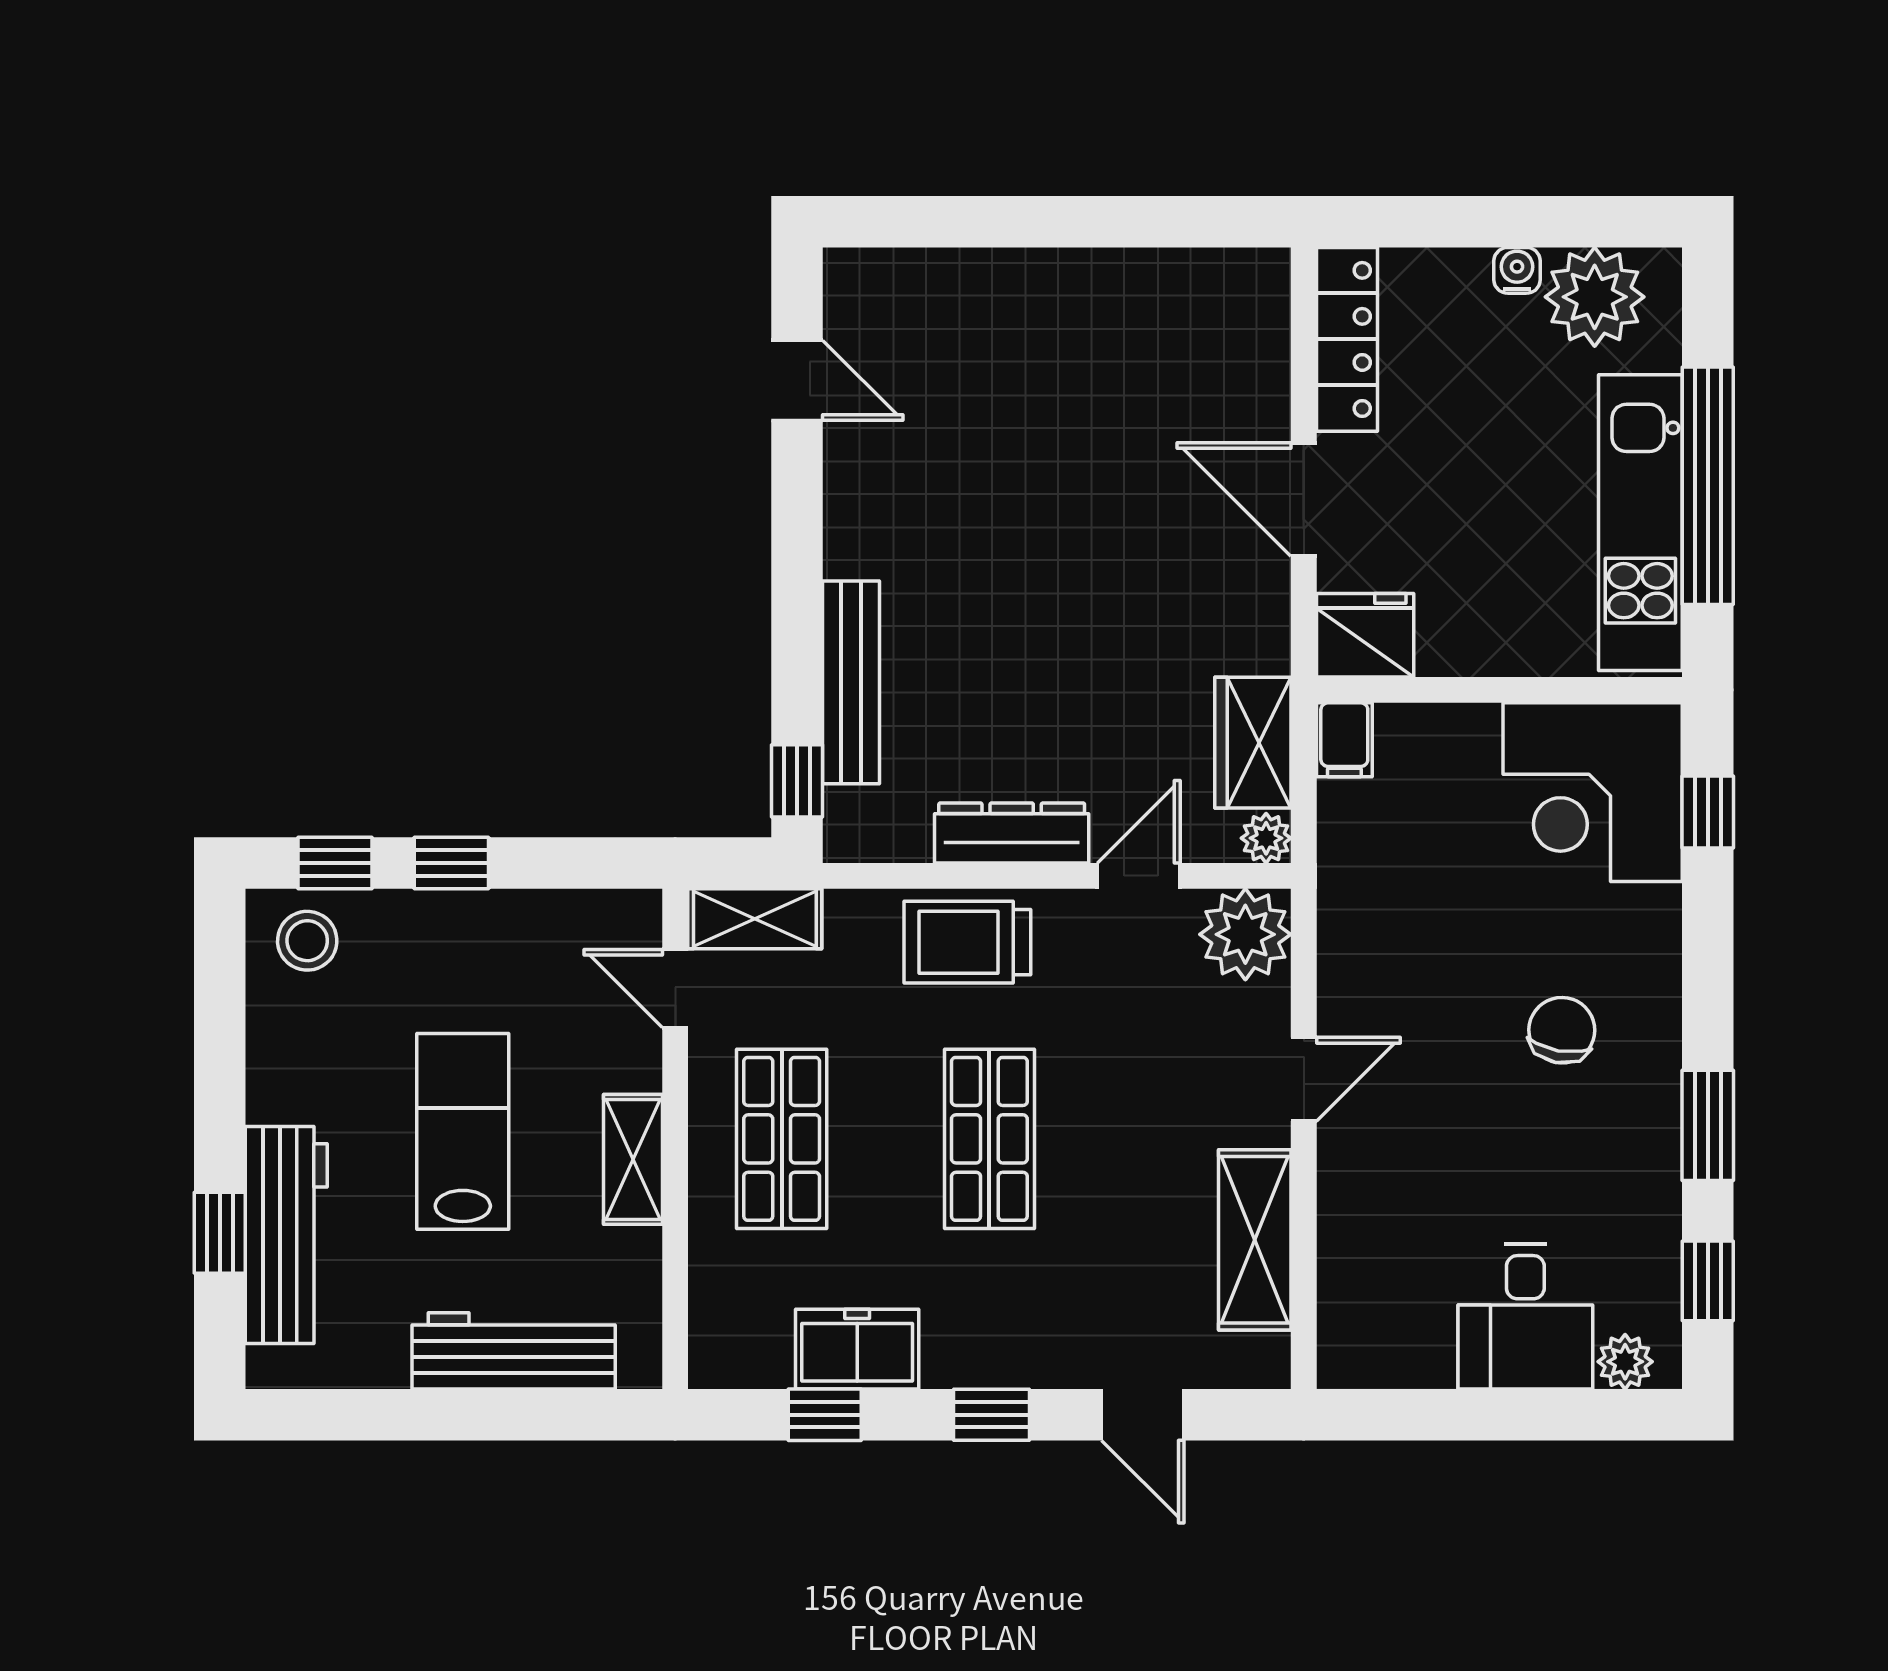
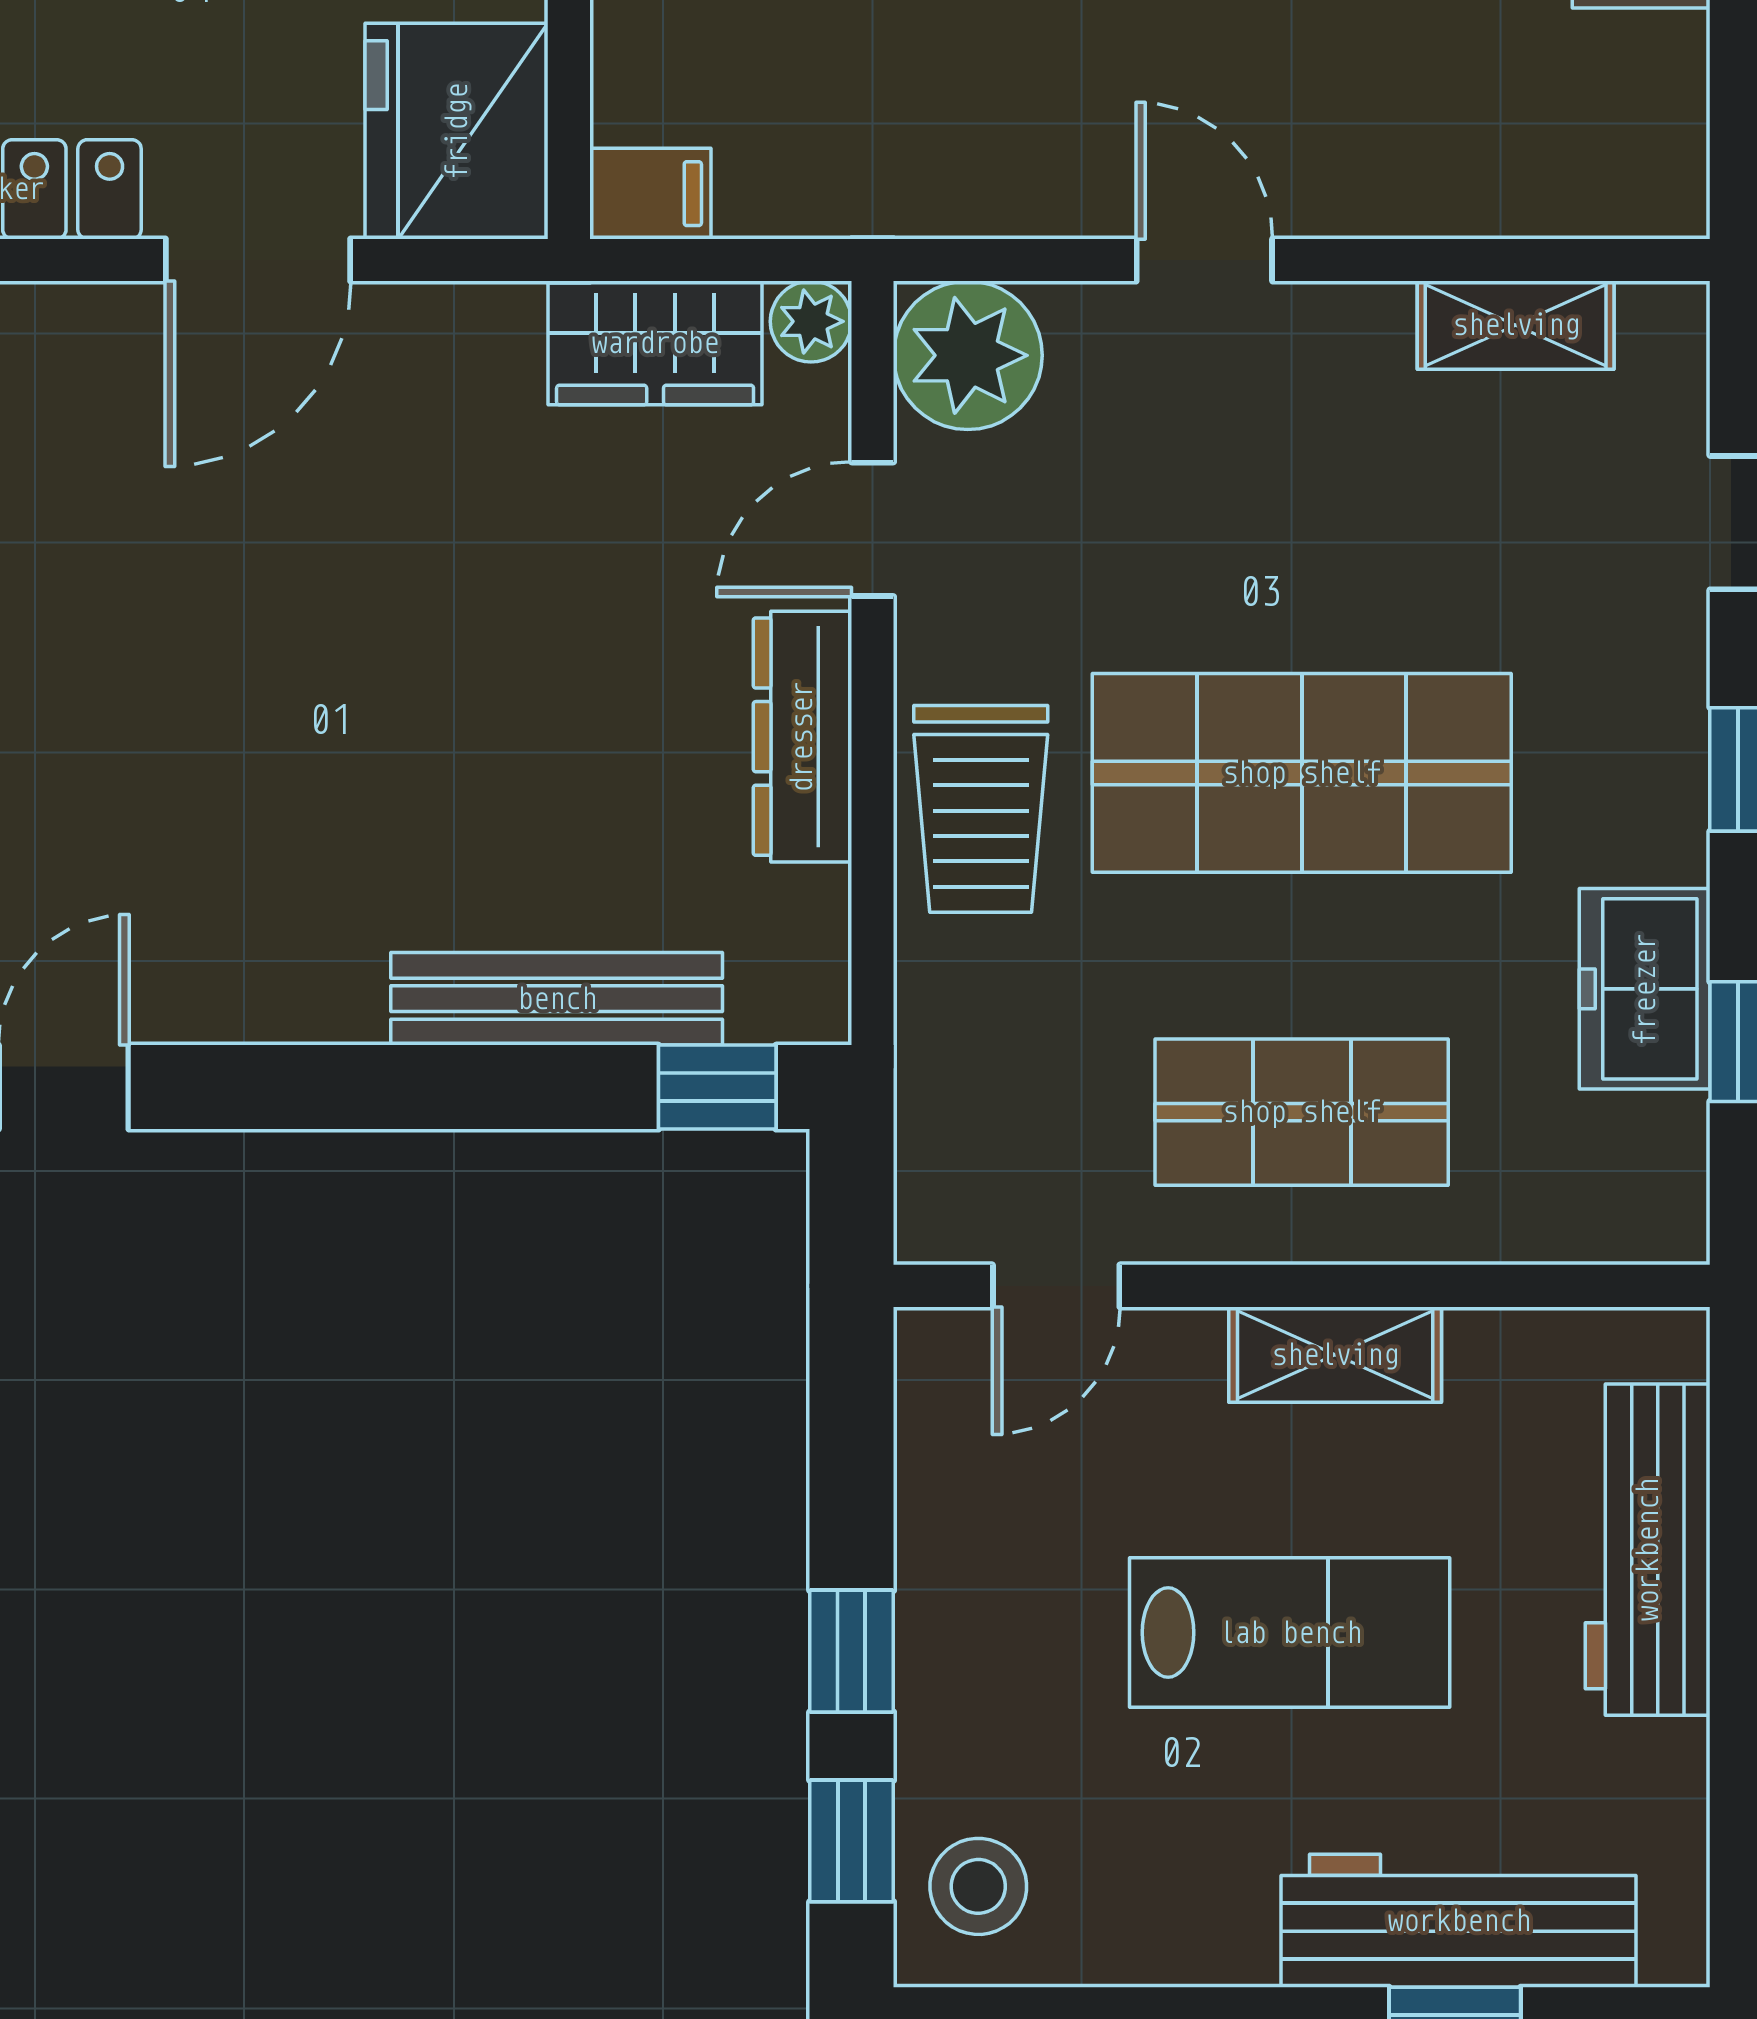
fridge: (1365, 635) -> (457, 131), width x1.36, depth x1.34
door: (1139, 876) -> (872, 529), hinge flipped
shelving: (755, 919) -> (942, 1156), removed
lab bench: (463, 1131) -> (1290, 1633), turned 180
shop shelf: (989, 1139) -> (1302, 773), width x1.43, depth x1.36
shelving: (1255, 1240) -> (1516, 325), width x0.67, depth x0.75

